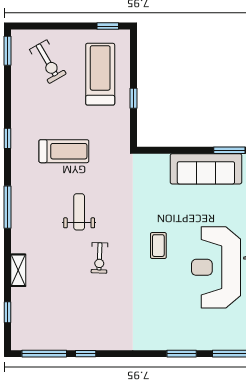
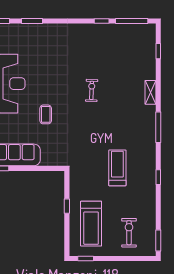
exercise bike: (48, 62) -> (129, 233), turned 30
treadmill: (64, 151) -> (117, 168), turned 90
weight bench: (79, 212) -> (106, 124), removed
coffee table: (158, 246) -> (46, 114), moved
shelving: (18, 270) -> (150, 92), moved

